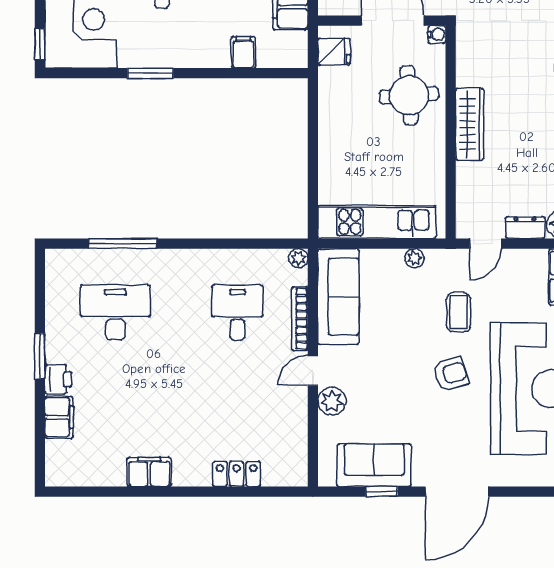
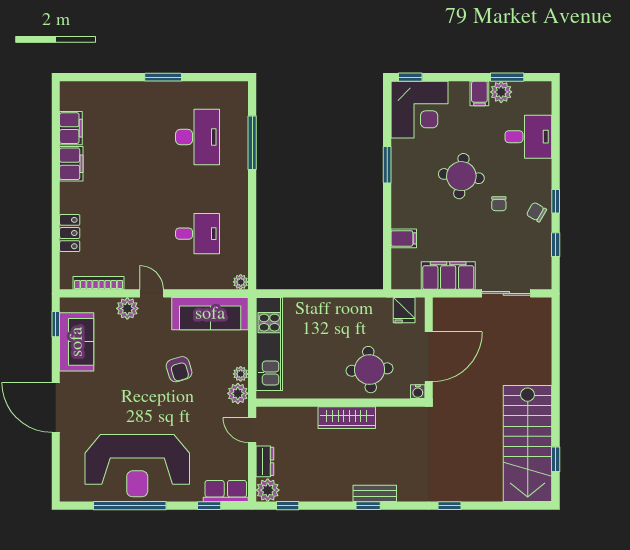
plant: (439, 262) -> (238, 393), added
coffee table: (458, 312) -> (198, 409), removed
bookcase: (300, 319) -> (99, 283), moved
armchair: (451, 374) -> (179, 369), moved
printer: (58, 379) -> (145, 92), removed
filing cabinet: (59, 417) -> (71, 128), moved, turned -90
window: (382, 492) -> (56, 324), moved

